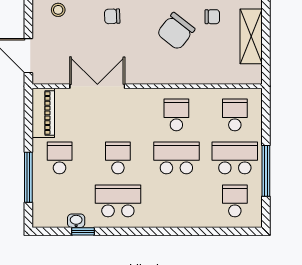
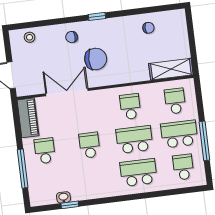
chair: (176, 31) -> (96, 59), moved, turned -128
shelving: (251, 36) -> (171, 69), moved, turned 90
school desk: (118, 201) -> (139, 173), moved

